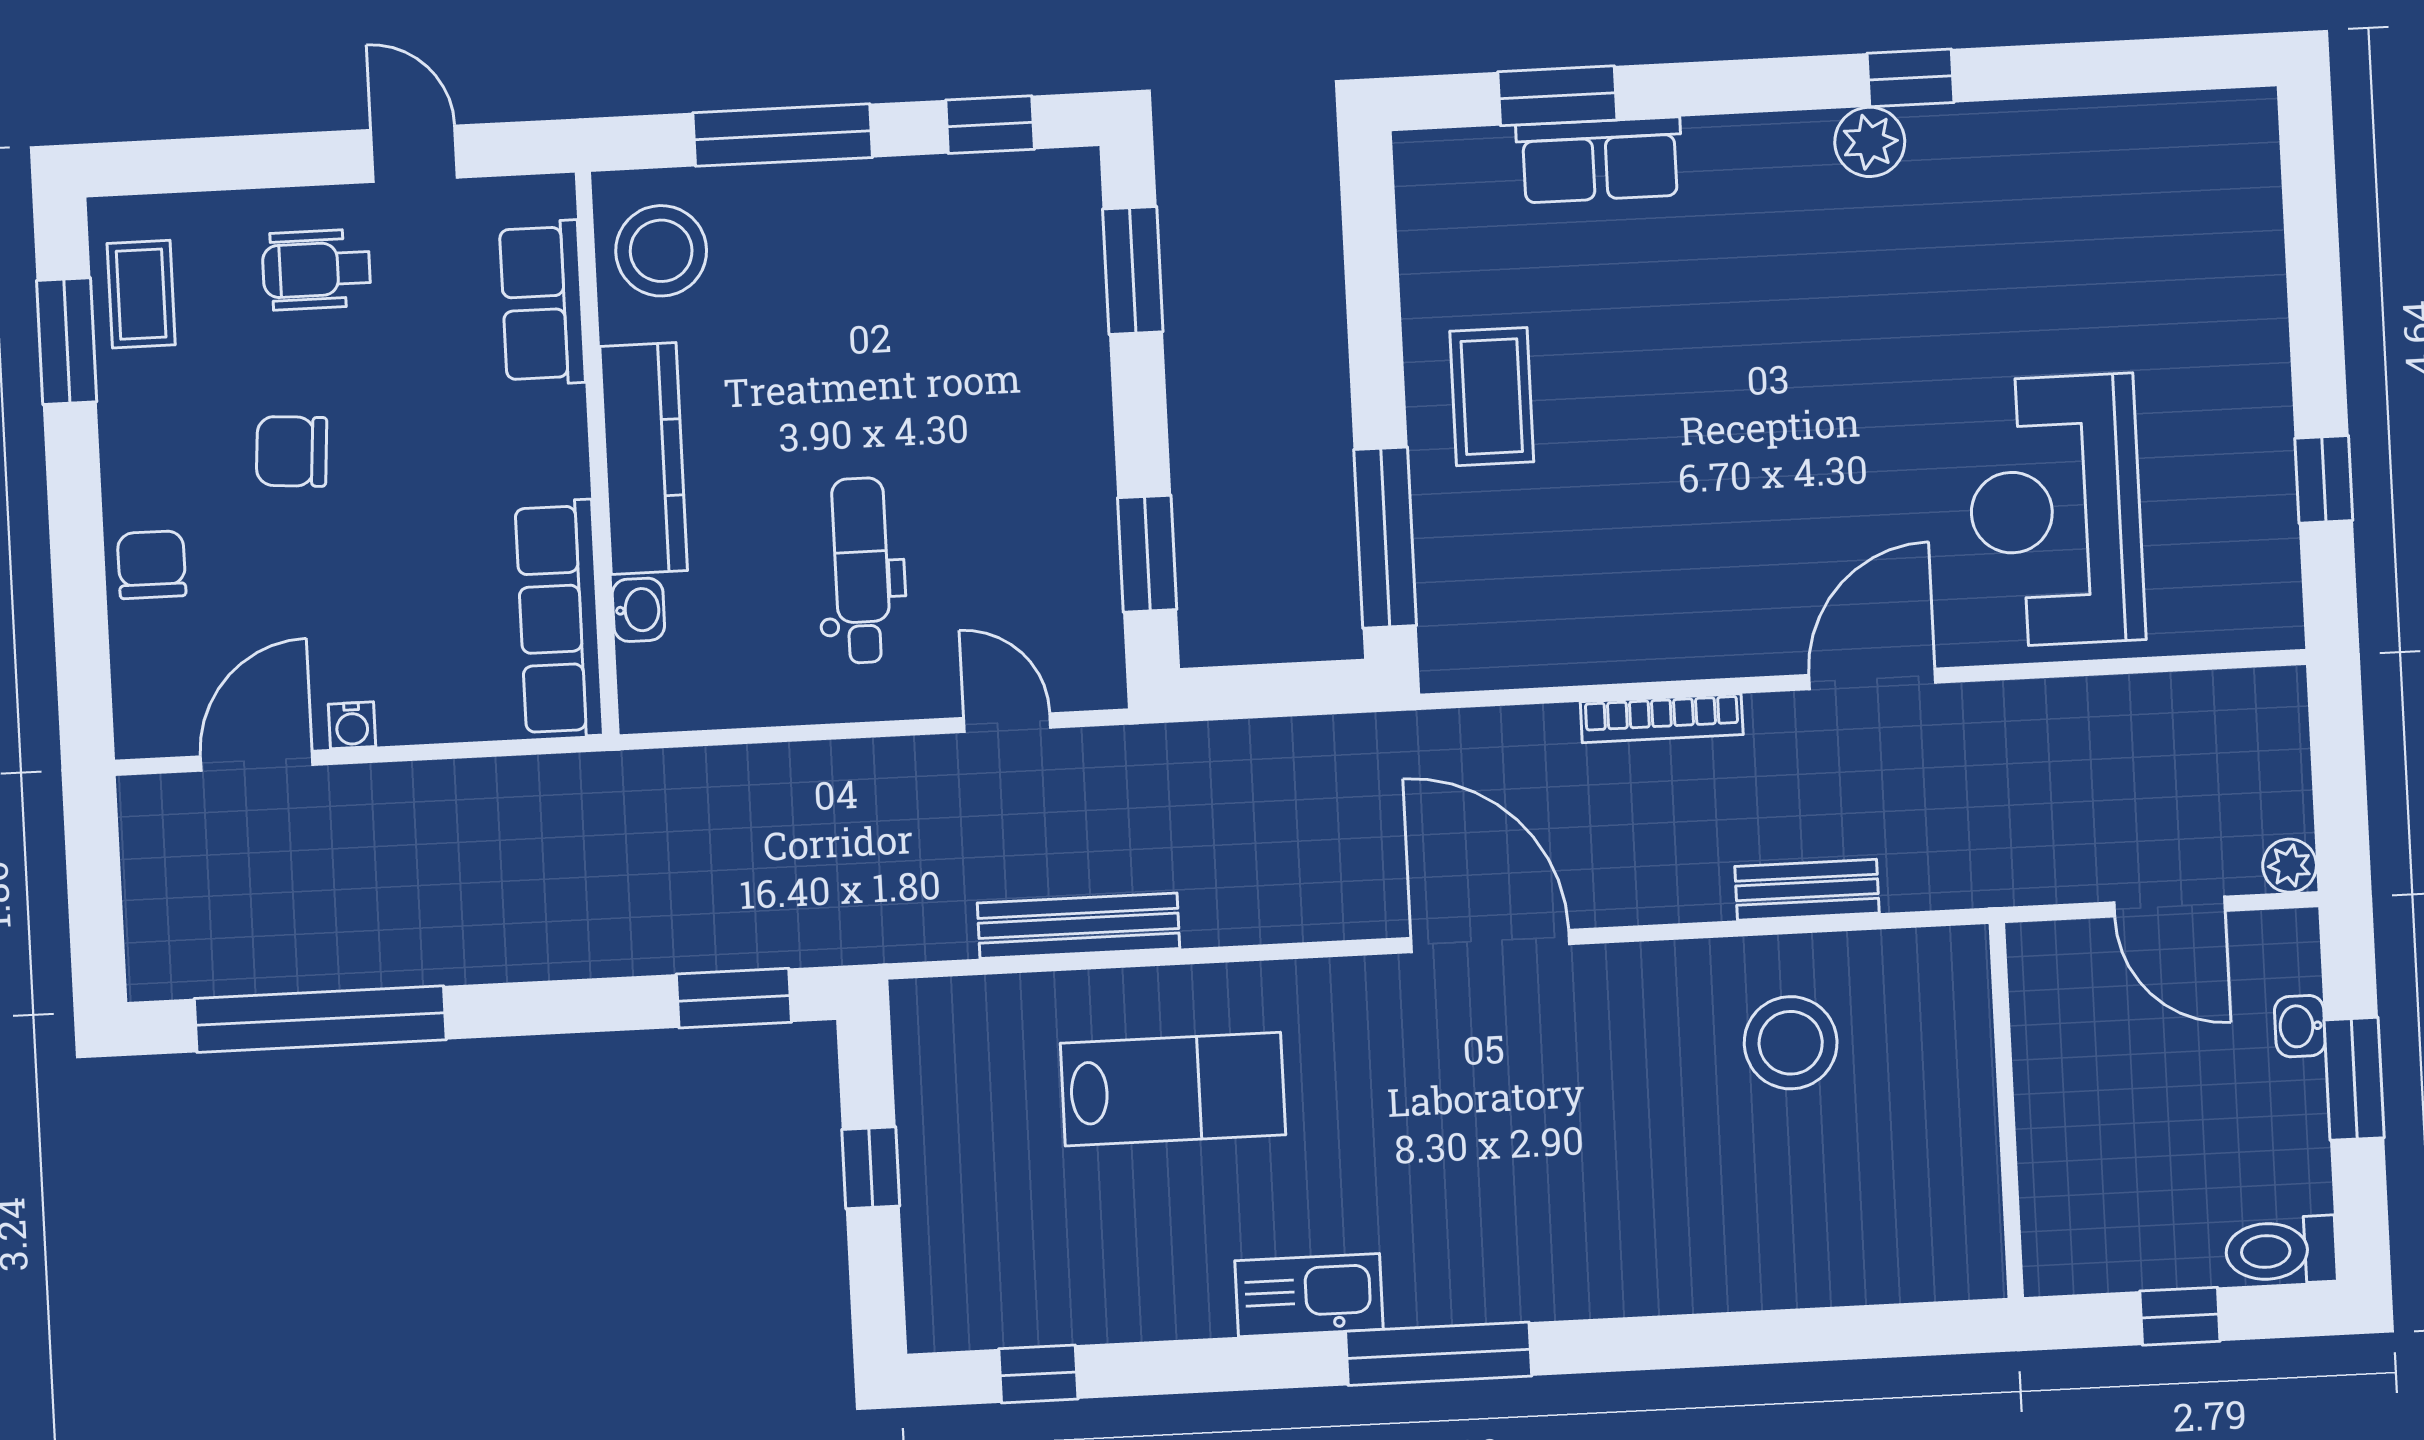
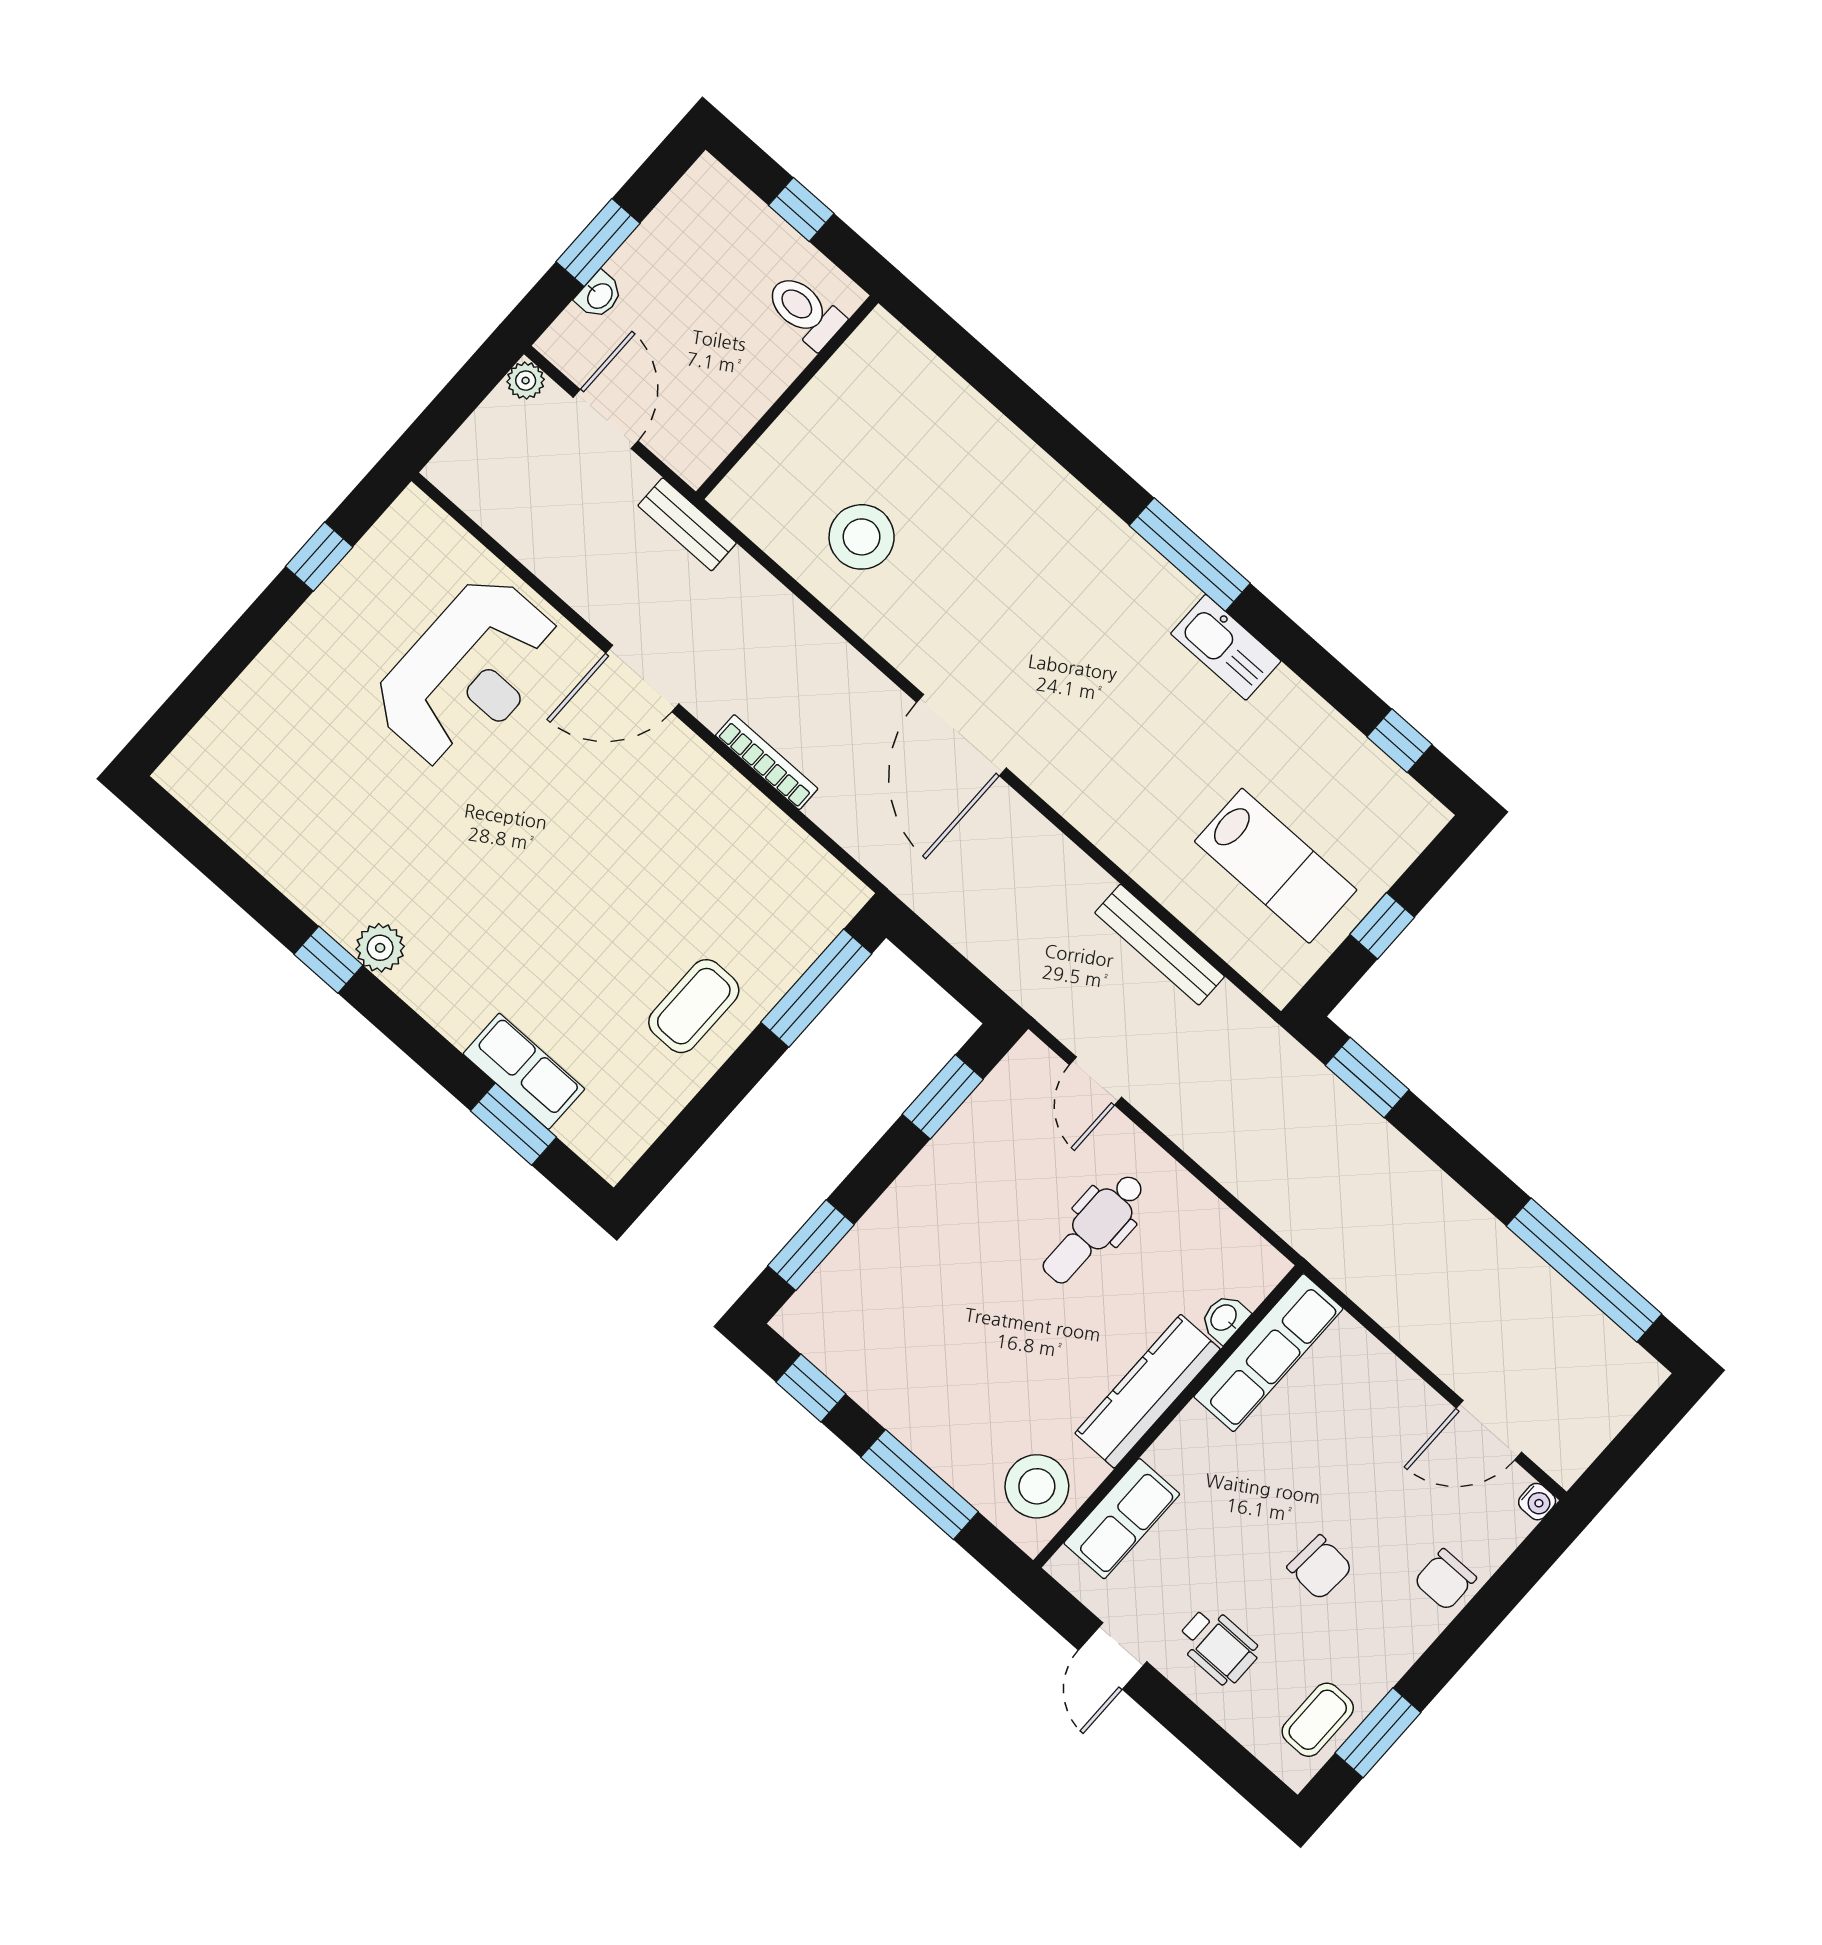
water cooler: (352, 725) -> (1537, 1502), moved, turned 90
bench: (1807, 890) -> (687, 524), moved
lab bench: (1173, 1089) -> (1276, 866), moved, turned 180
toilet: (2281, 1251) -> (805, 311), moved, turned 180

